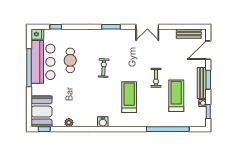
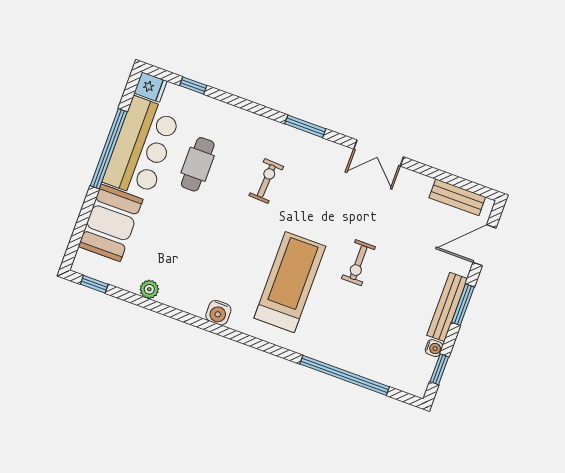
exercise bike: (104, 68) -> (266, 181), moved
treadmill: (176, 96) -> (386, 314), removed
treadmill: (129, 97) -> (290, 282), width x1.37, depth x1.38
booth: (41, 111) -> (111, 223), moved

